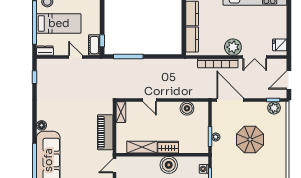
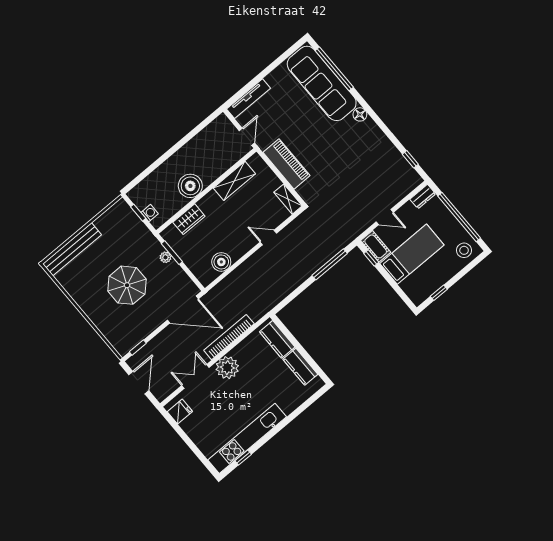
bed: (59, 23) -> (412, 254), moved, turned 180
plant: (274, 108) -> (130, 340), removed
wardrobe: (168, 147) -> (189, 219), moved

